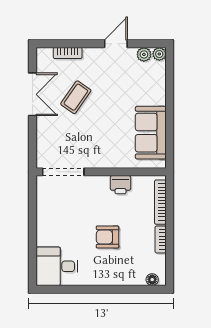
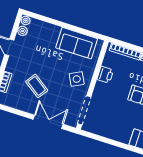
double door: (32, 94) -> (48, 122), moved
side table: (102, 148) -> (77, 79), added

